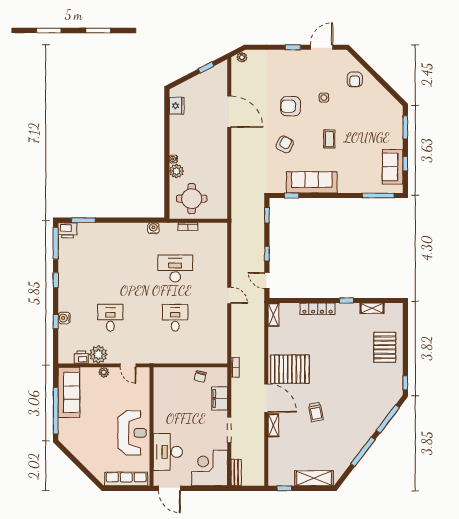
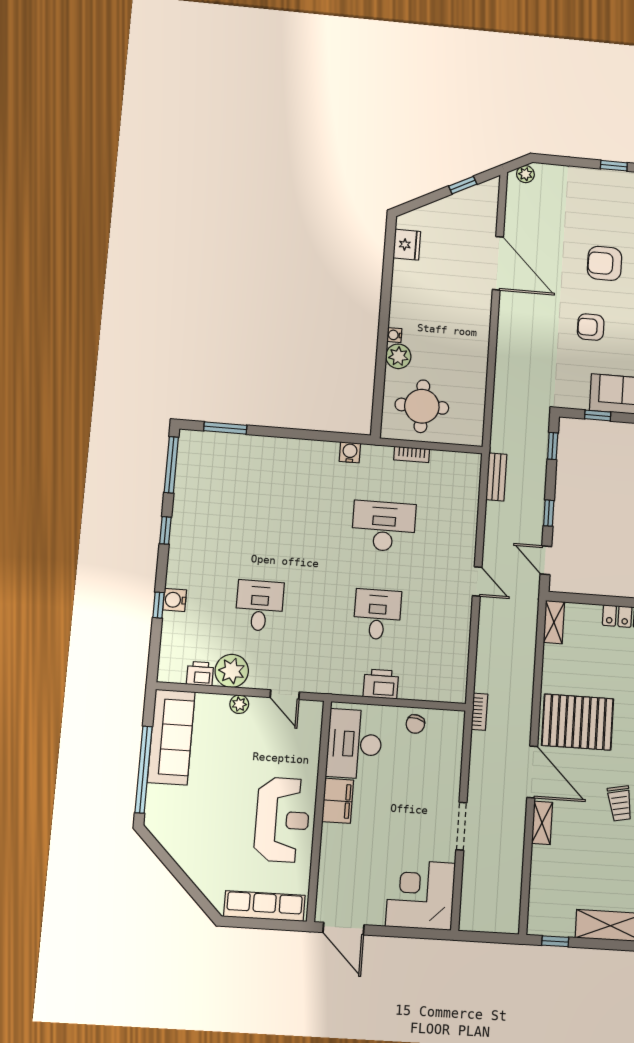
armchair: (285, 144) -> (591, 327), turned -118
printer: (67, 230) -> (381, 684), moved, turned 180
filing cabinet: (220, 398) -> (338, 801), moved, turned 180
desk: (168, 452) -> (354, 744), moved
bench: (236, 472) -> (496, 477), moved

